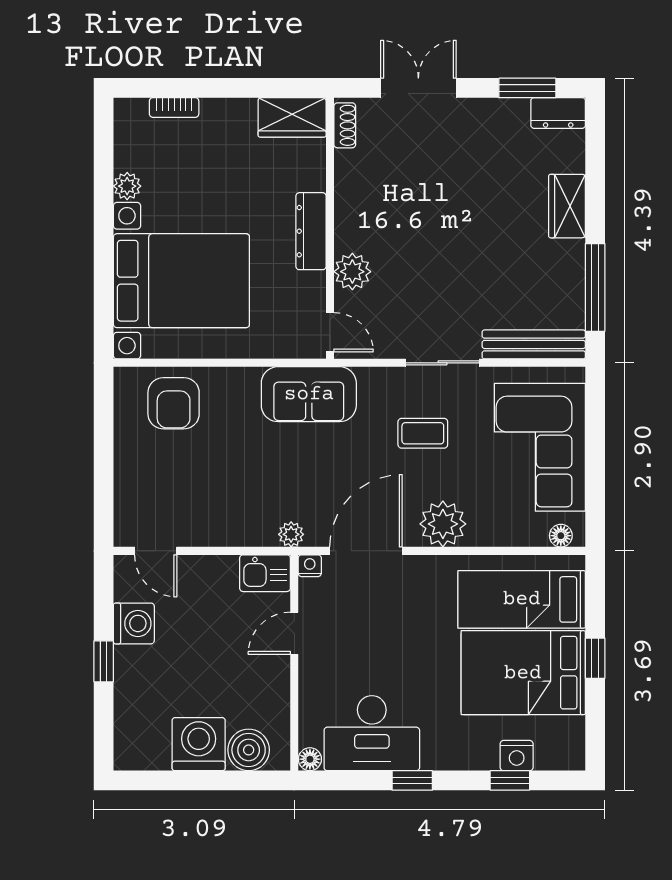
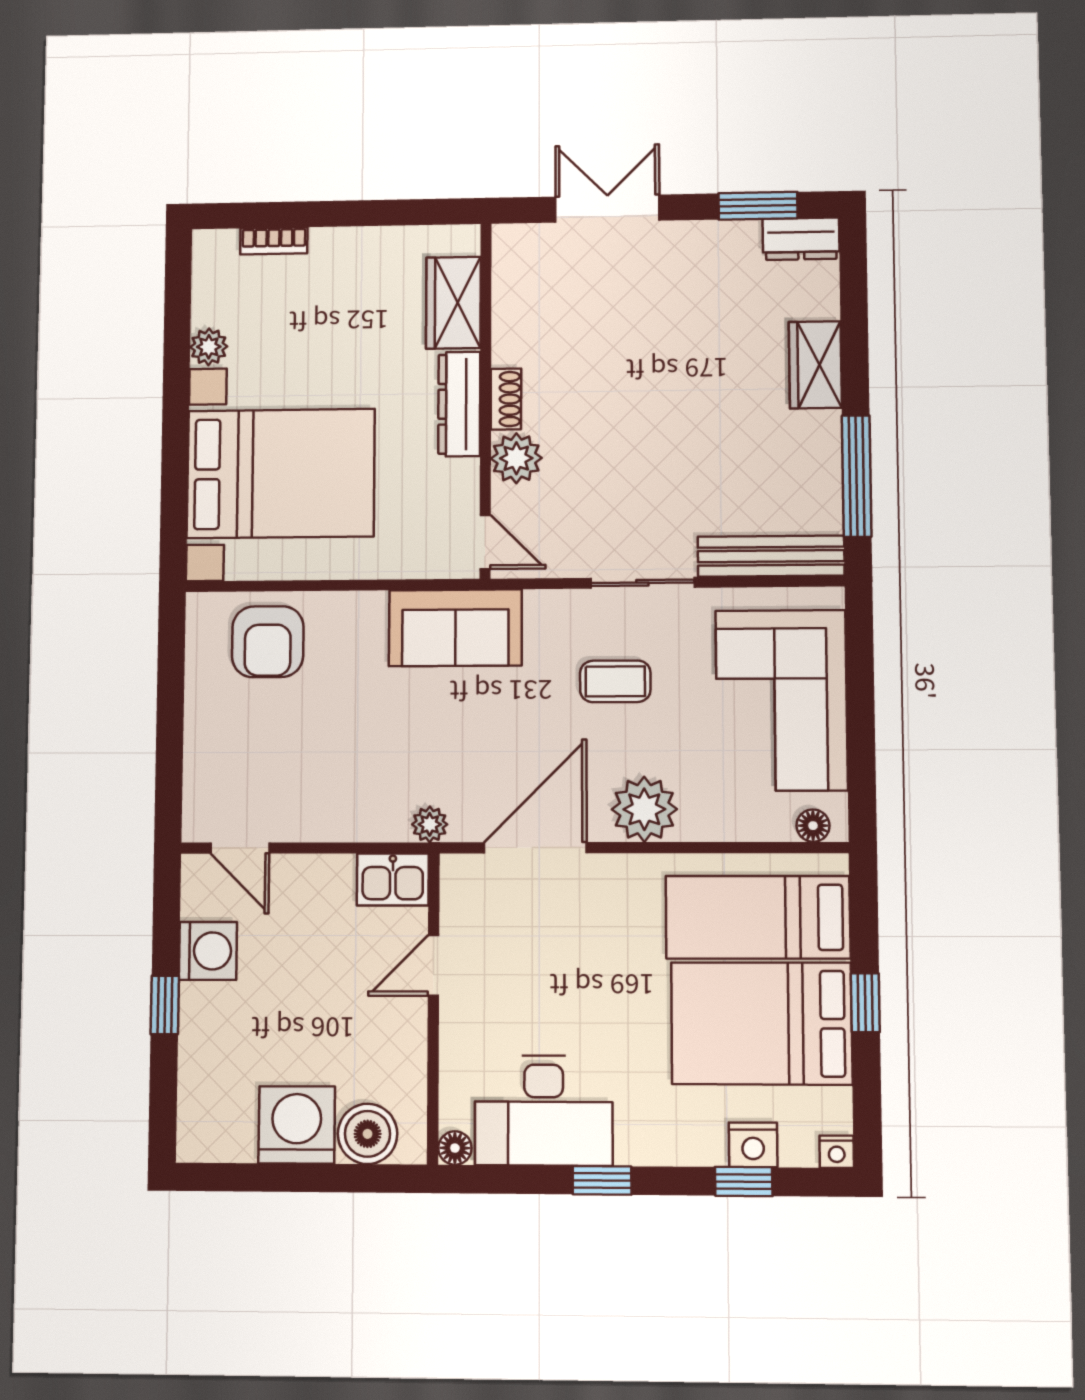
wardrobe: (292, 117) -> (453, 303), moved, turned 90
shoe rack: (345, 125) -> (506, 399), moved
nightstand: (310, 566) -> (837, 1152), moved, turned 180

